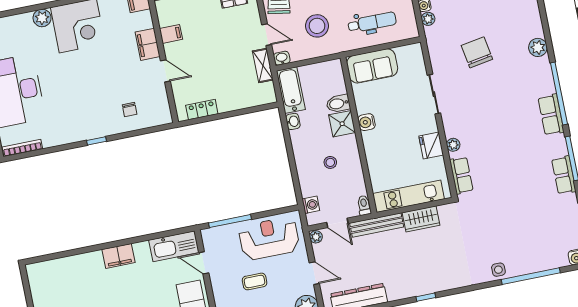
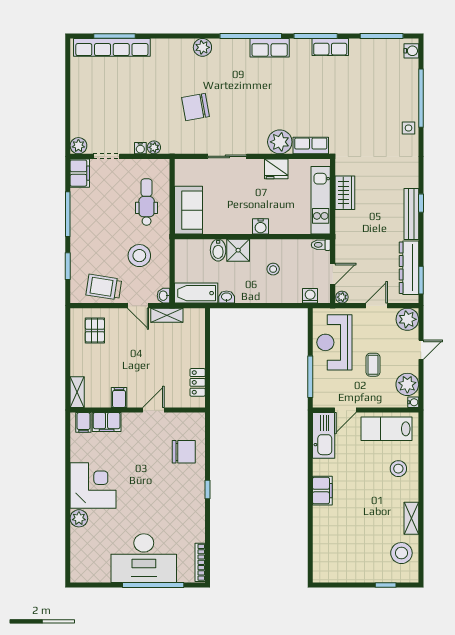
door: (267, 35) -> (138, 306), swing flipped
filing cabinet: (148, 44) -> (107, 422), moved
chair: (130, 109) -> (184, 452), width x1.87, depth x1.87
water cooler: (367, 122) -> (261, 226), moved
plant: (453, 145) -> (280, 142), width x1.88, depth x1.88
bench: (377, 225) -> (411, 214), moved

